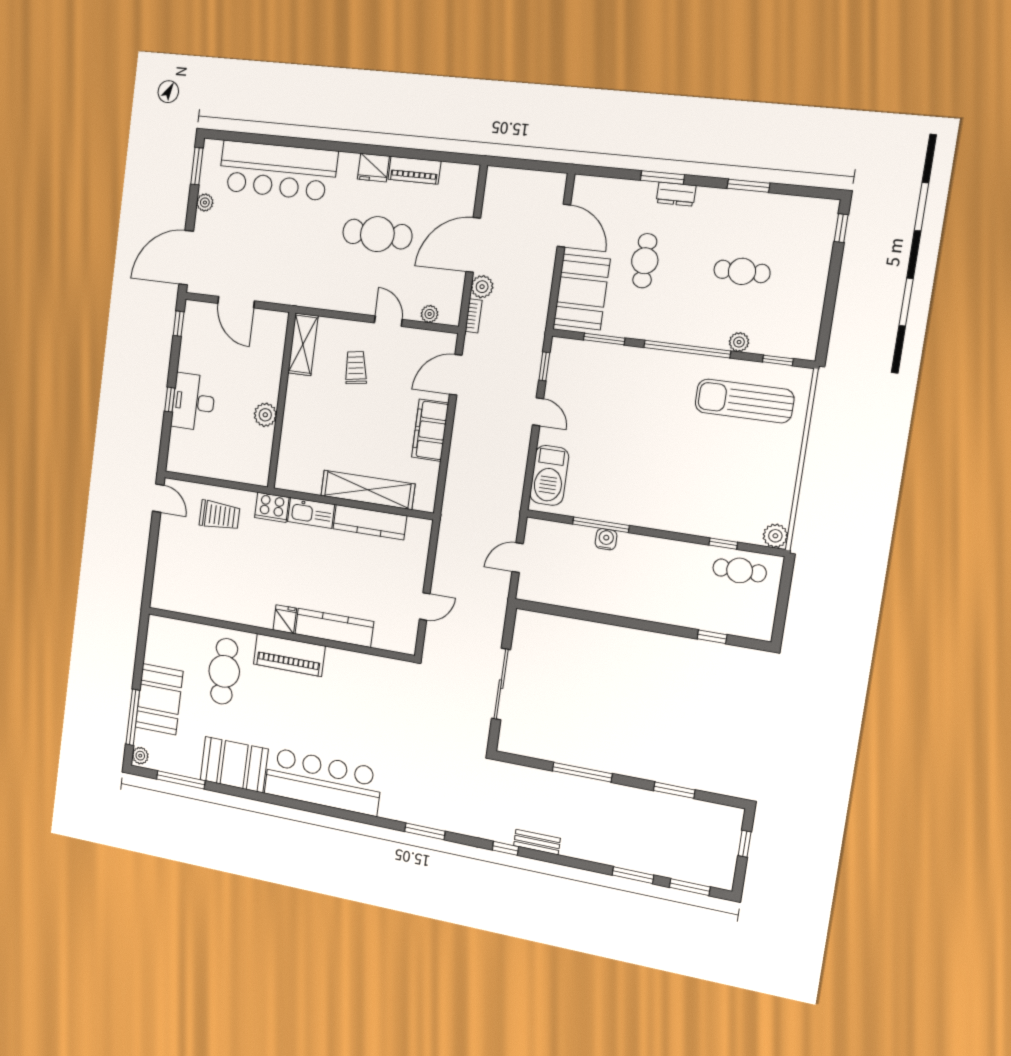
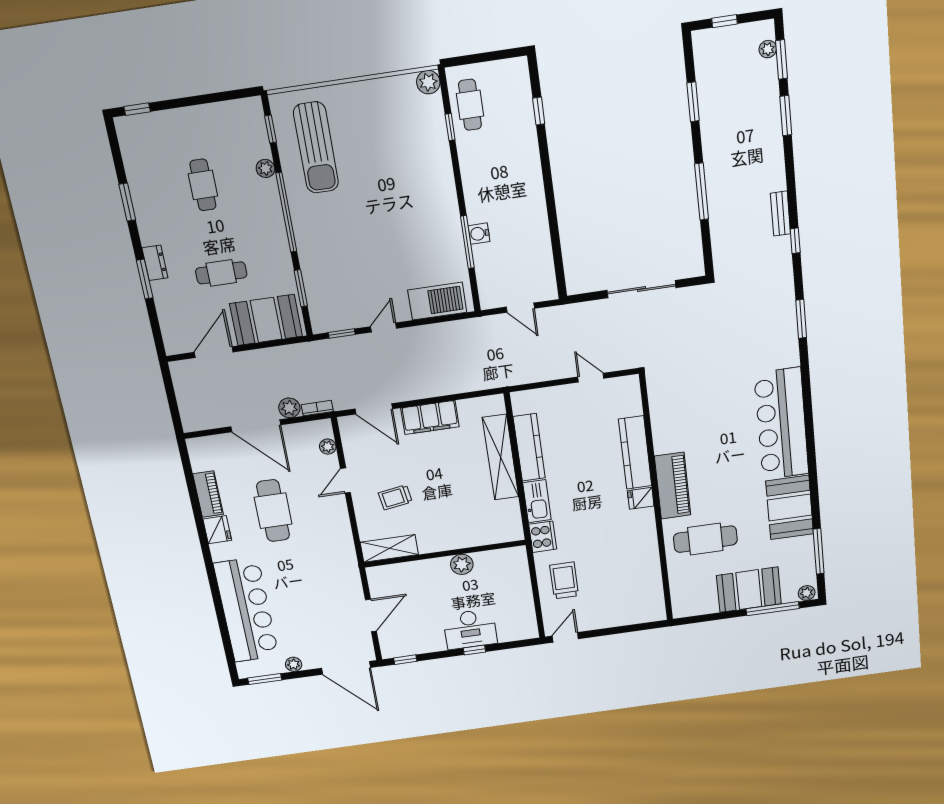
plant: (704, 877) -> (768, 49), added

